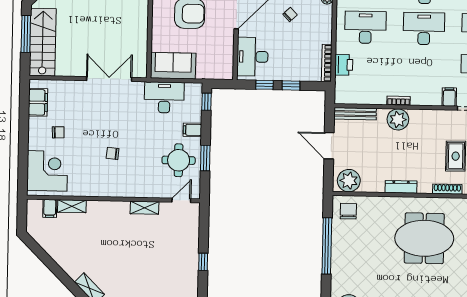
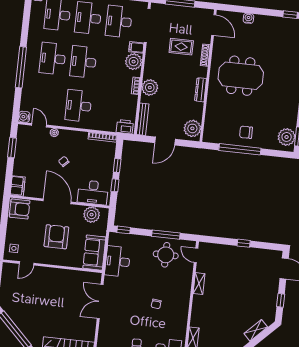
plant: (223, 57) -> (92, 215), added
printer: (344, 65) -> (125, 127), moved
plant: (430, 95) -> (134, 62), added
filing cabinet: (192, 130) -> (144, 242), removed
window: (205, 158) -> (166, 235), width x1.44
chair: (348, 211) -> (246, 132), moved
meeting table: (424, 238) -> (241, 76), turned 90

